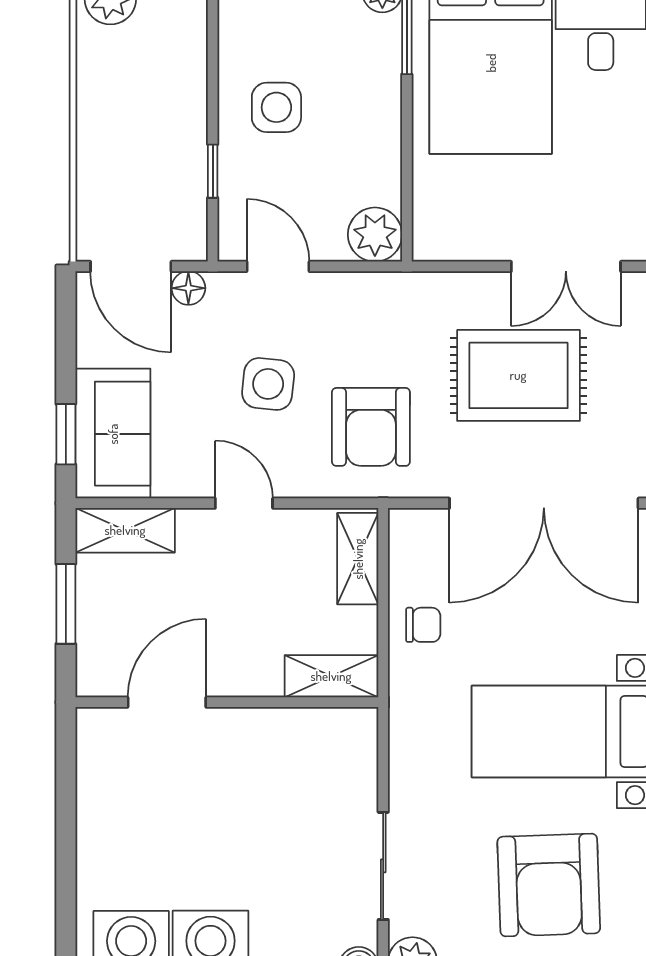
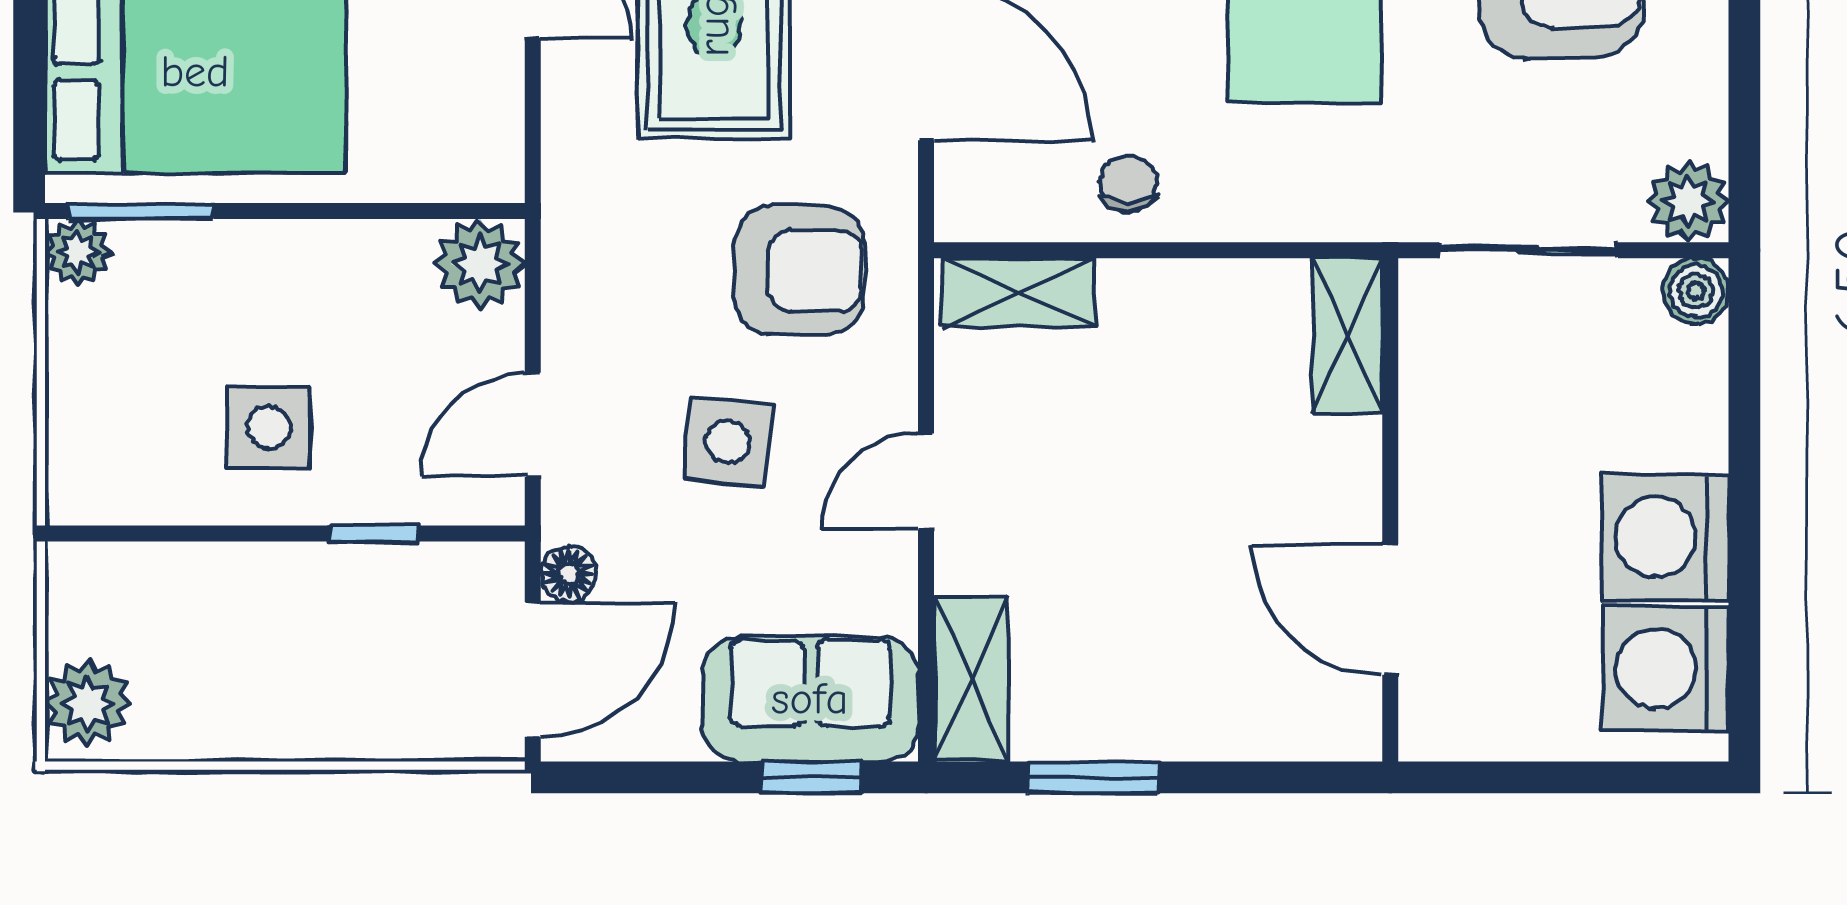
shelving: (331, 676) -> (1347, 336), moved
door: (167, 702) -> (1390, 609), moved
wall: (227, 702) -> (1390, 510), moved

